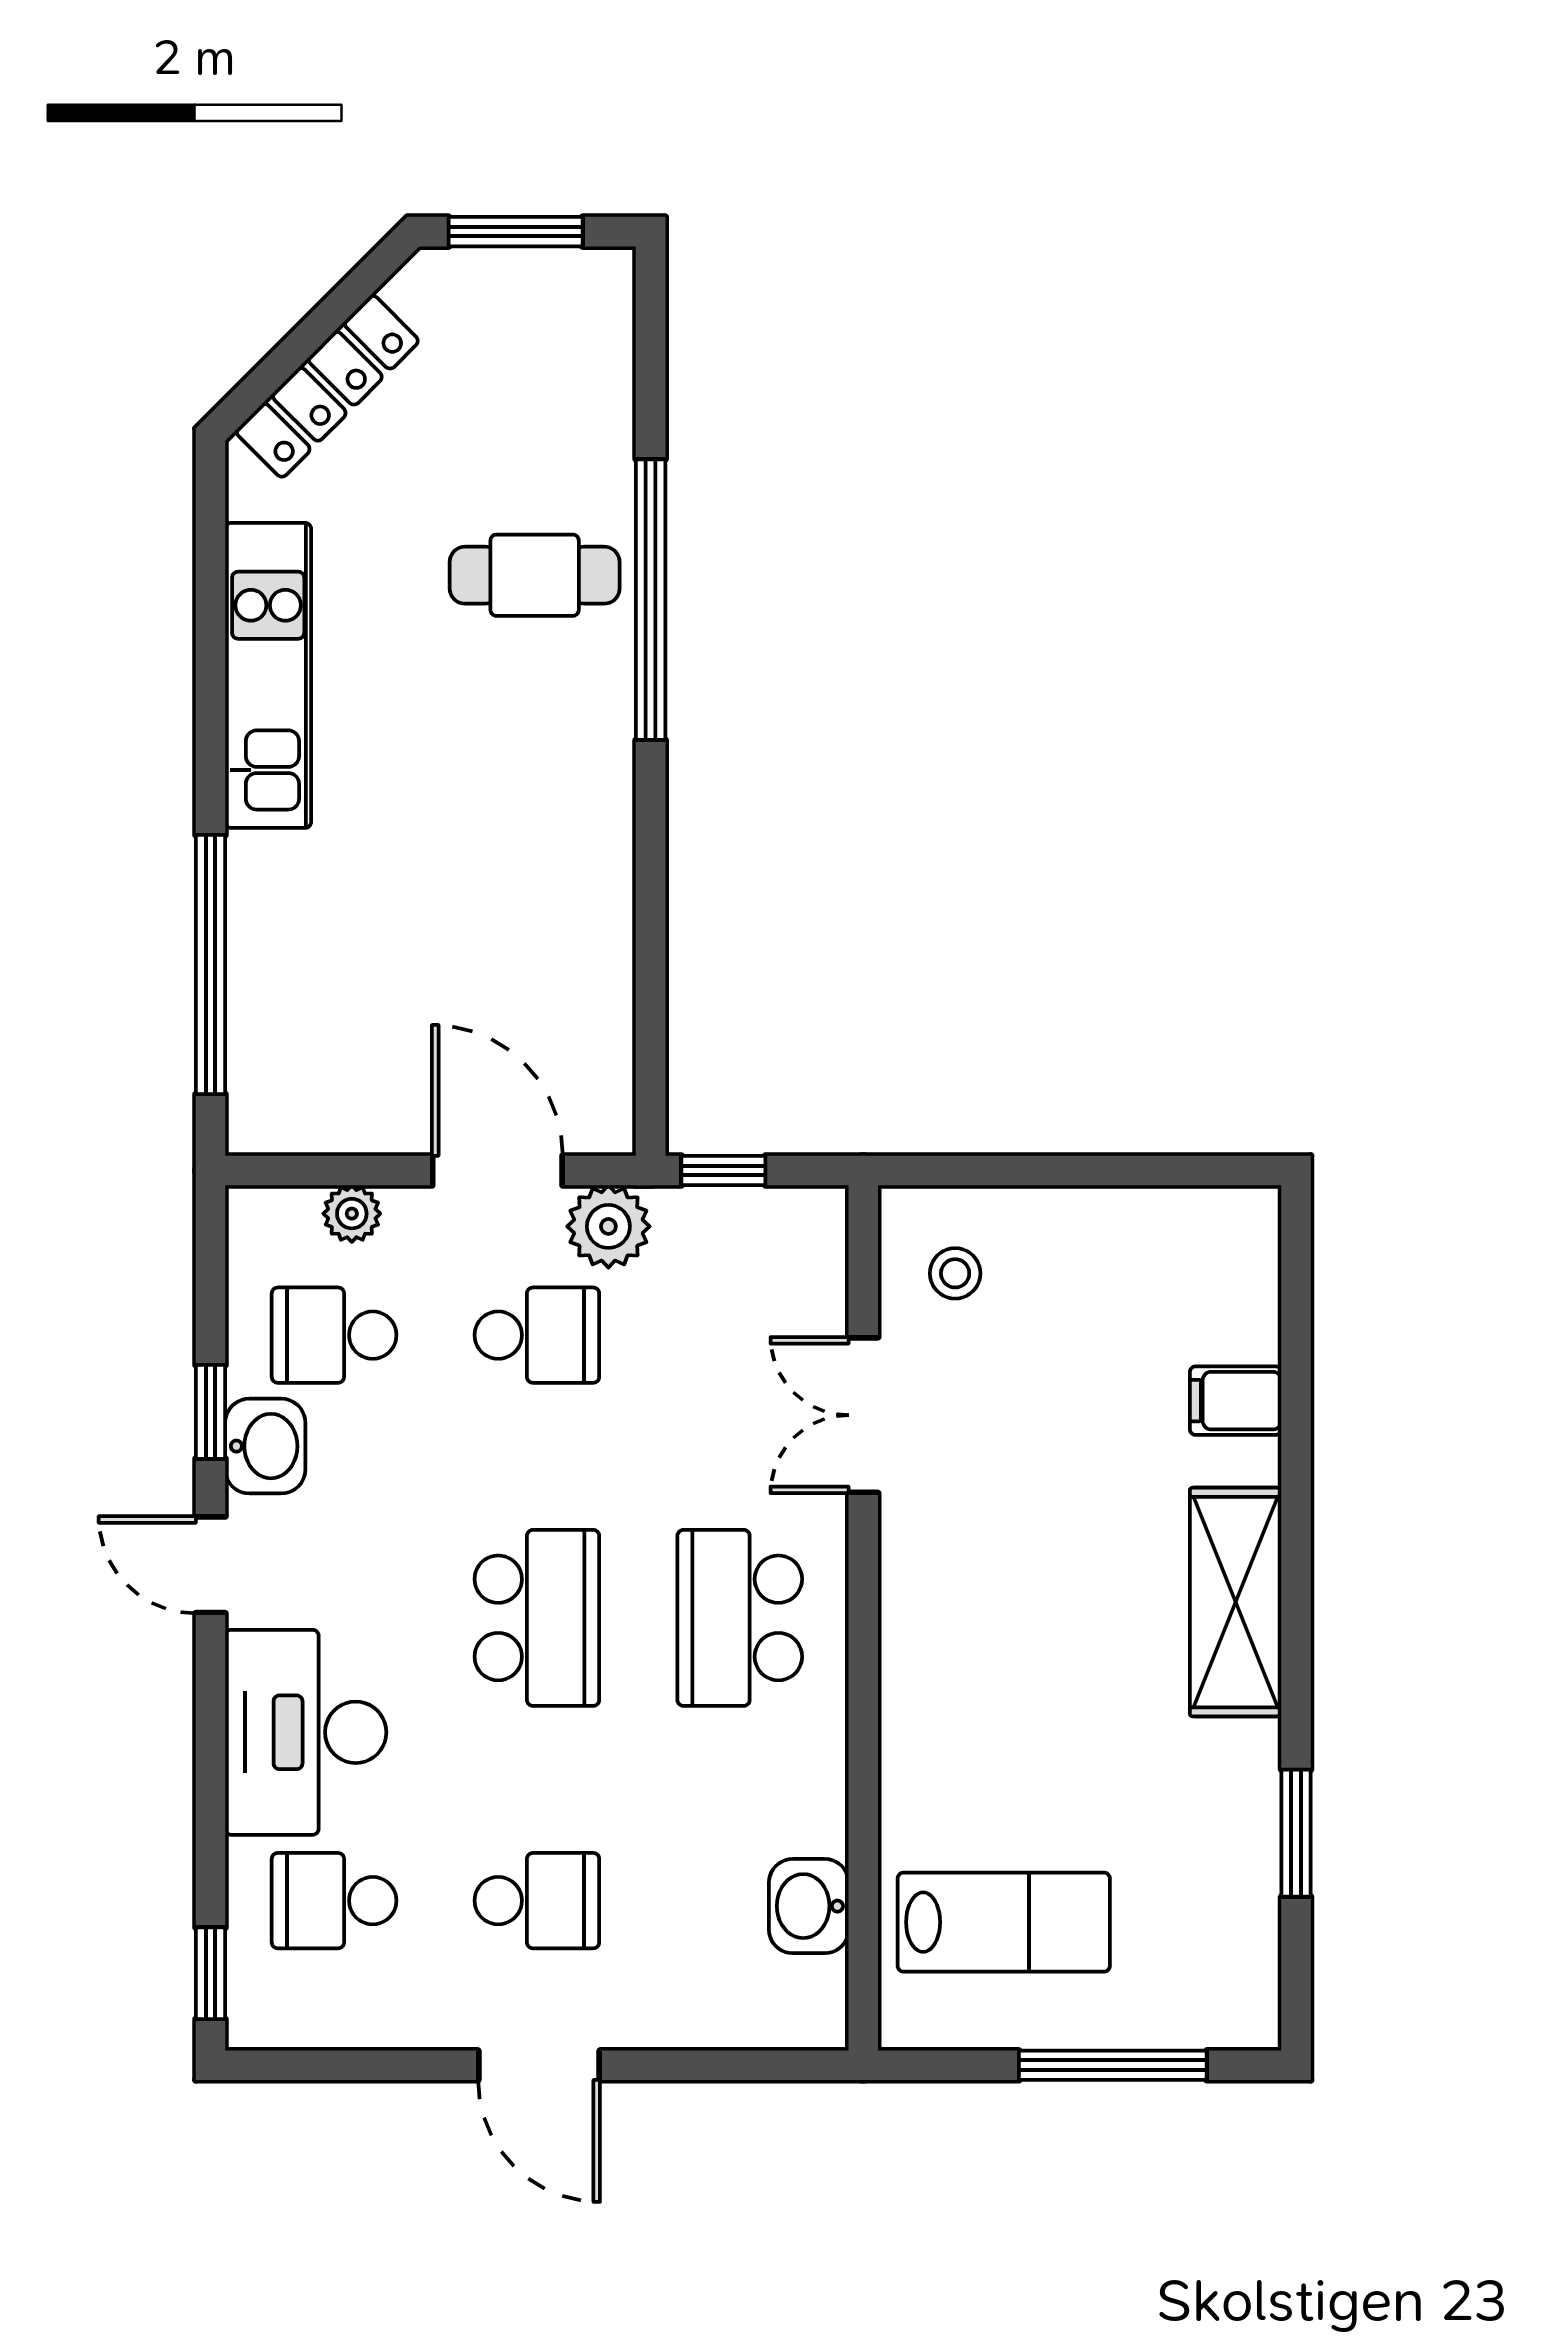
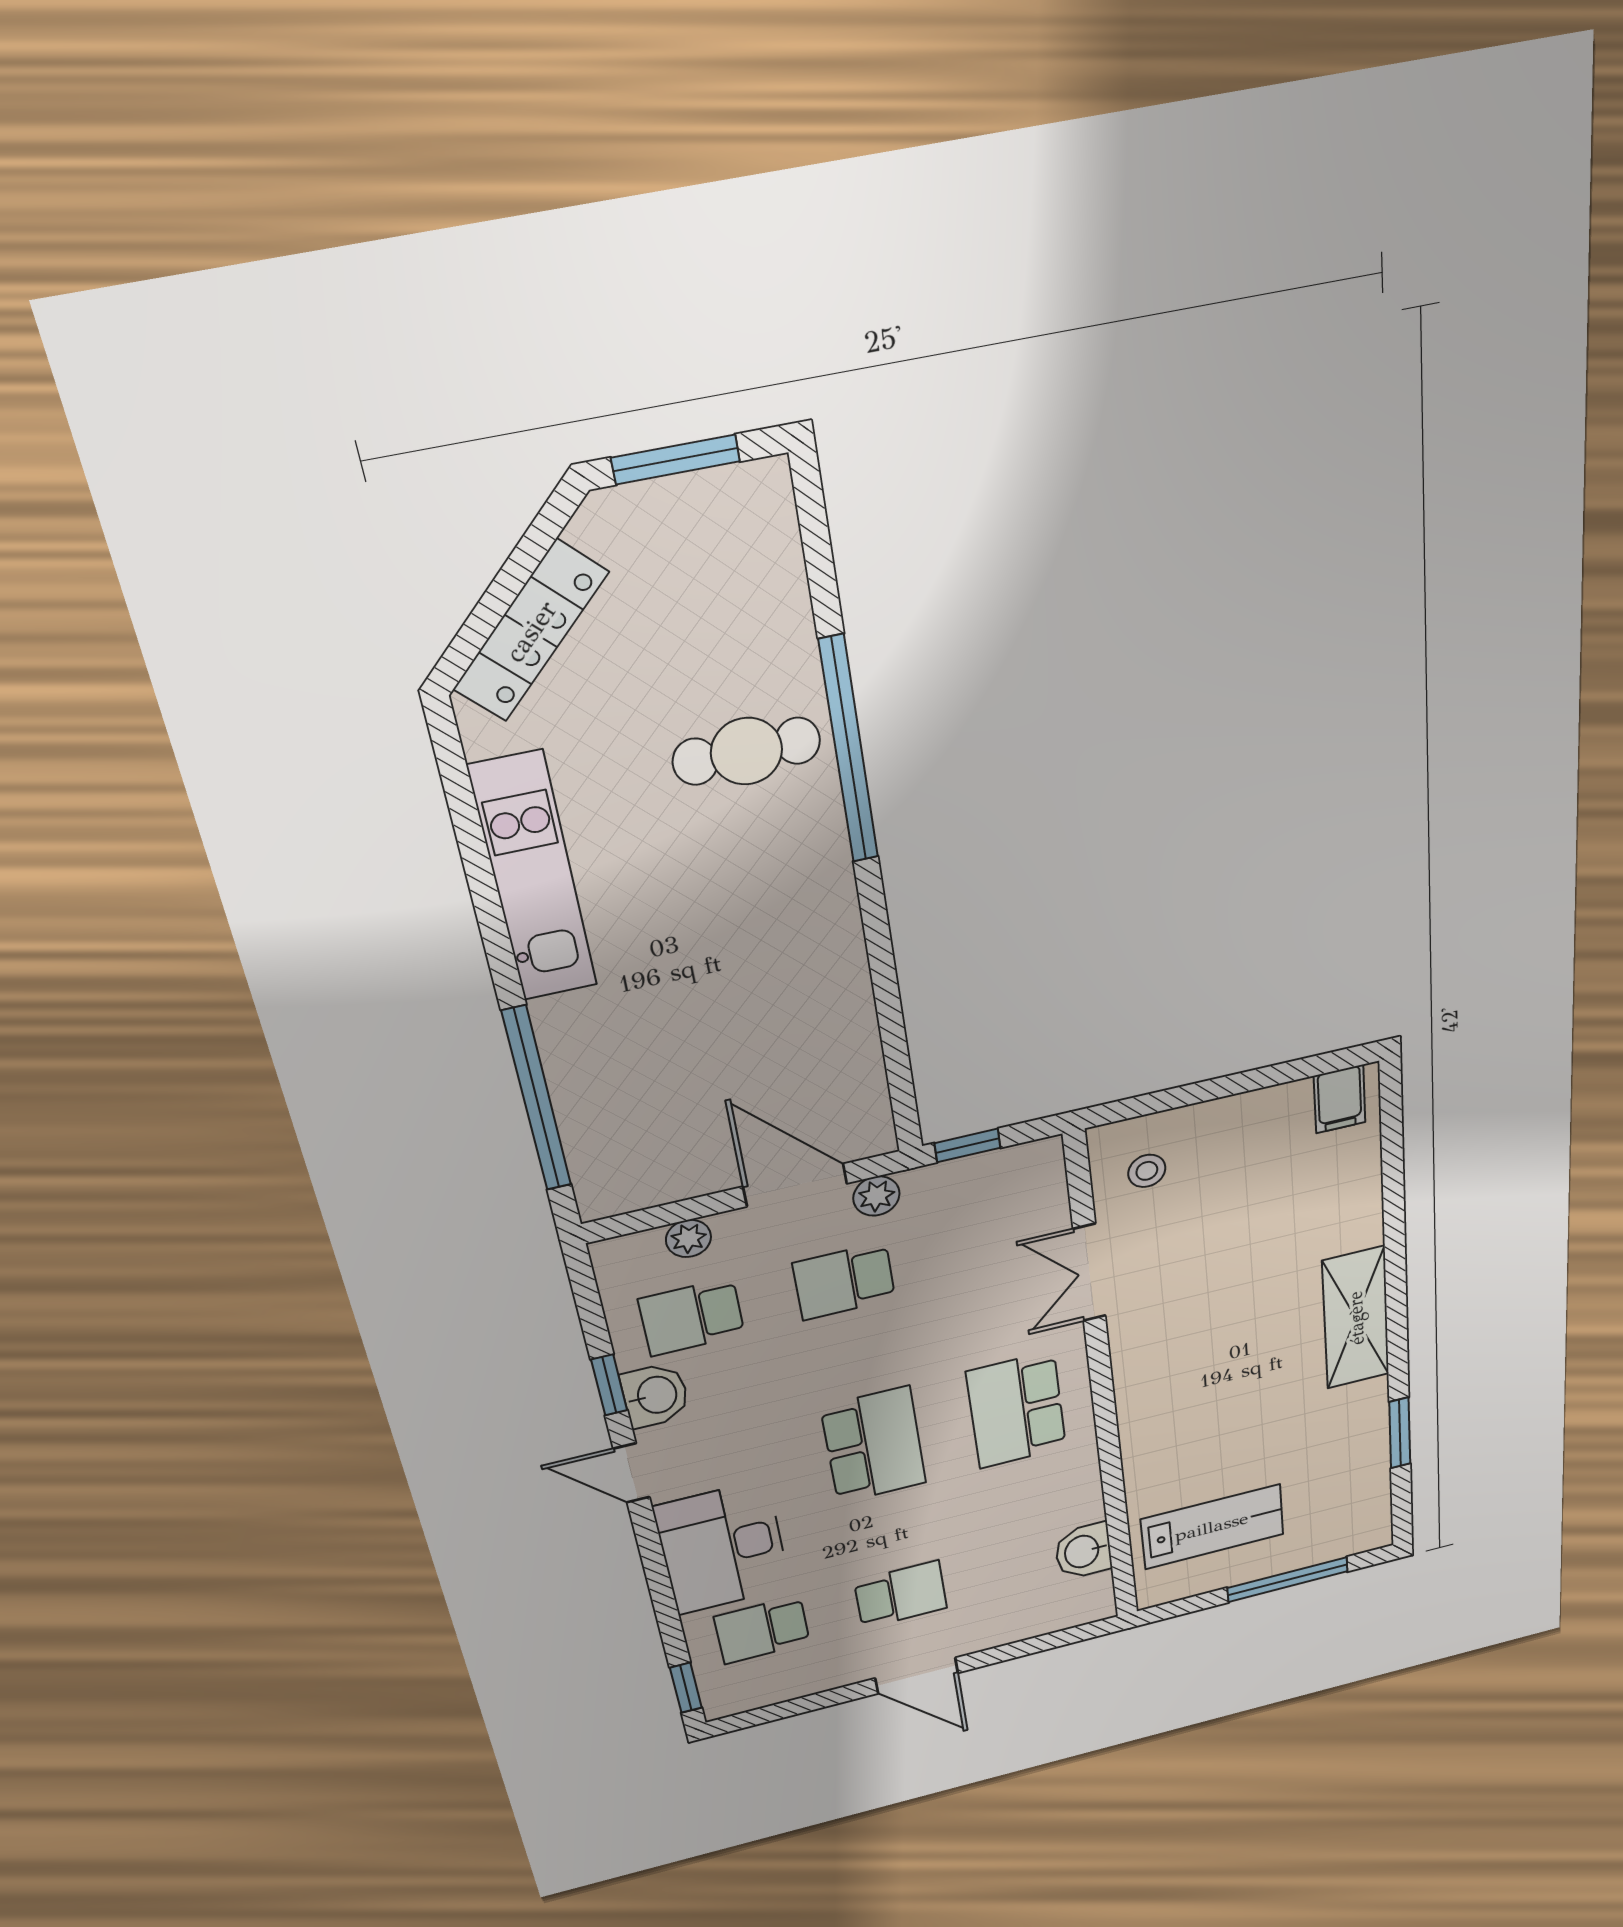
plant: (608, 1226) -> (876, 1196), width x0.73, depth x0.73
school desk: (537, 1335) -> (844, 1281), turned 180
filing cabinet: (1236, 1401) -> (1340, 1099), moved, turned -90

